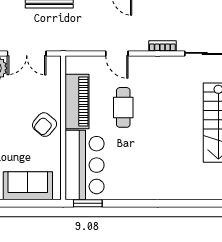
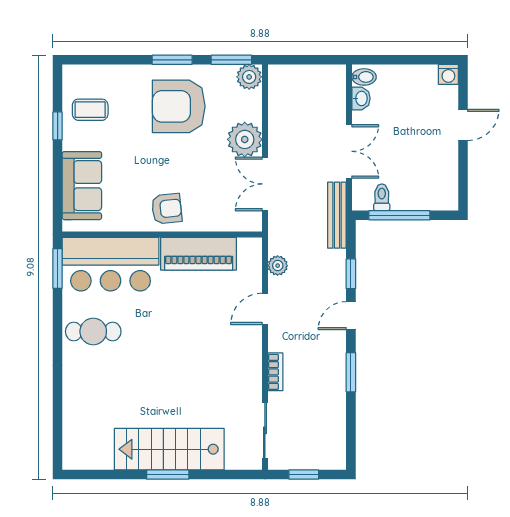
plant: (86, 44) -> (278, 266), added
cafe table: (123, 107) -> (93, 331), moved
armchair: (45, 125) -> (167, 209), turned 133

